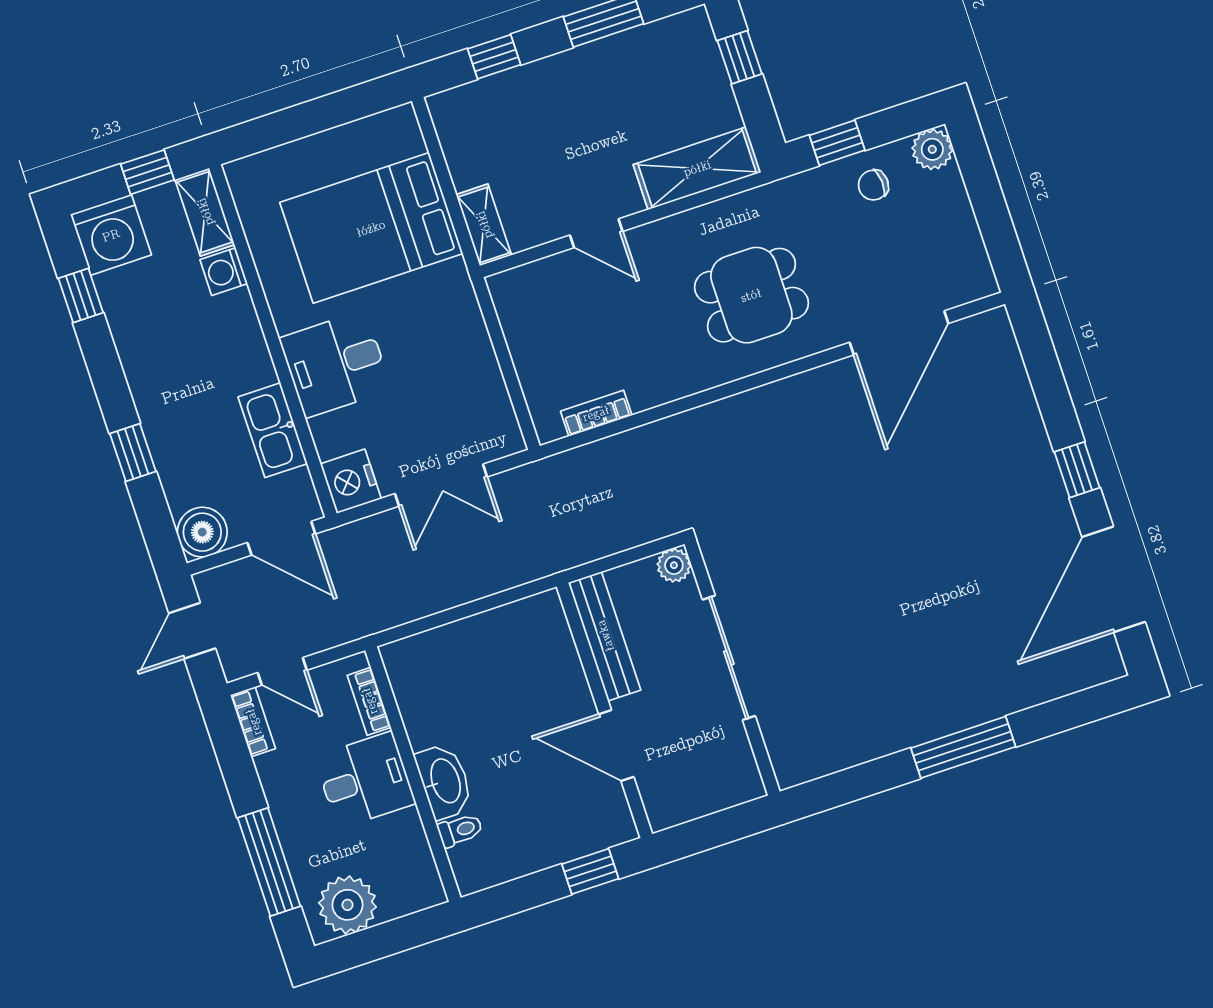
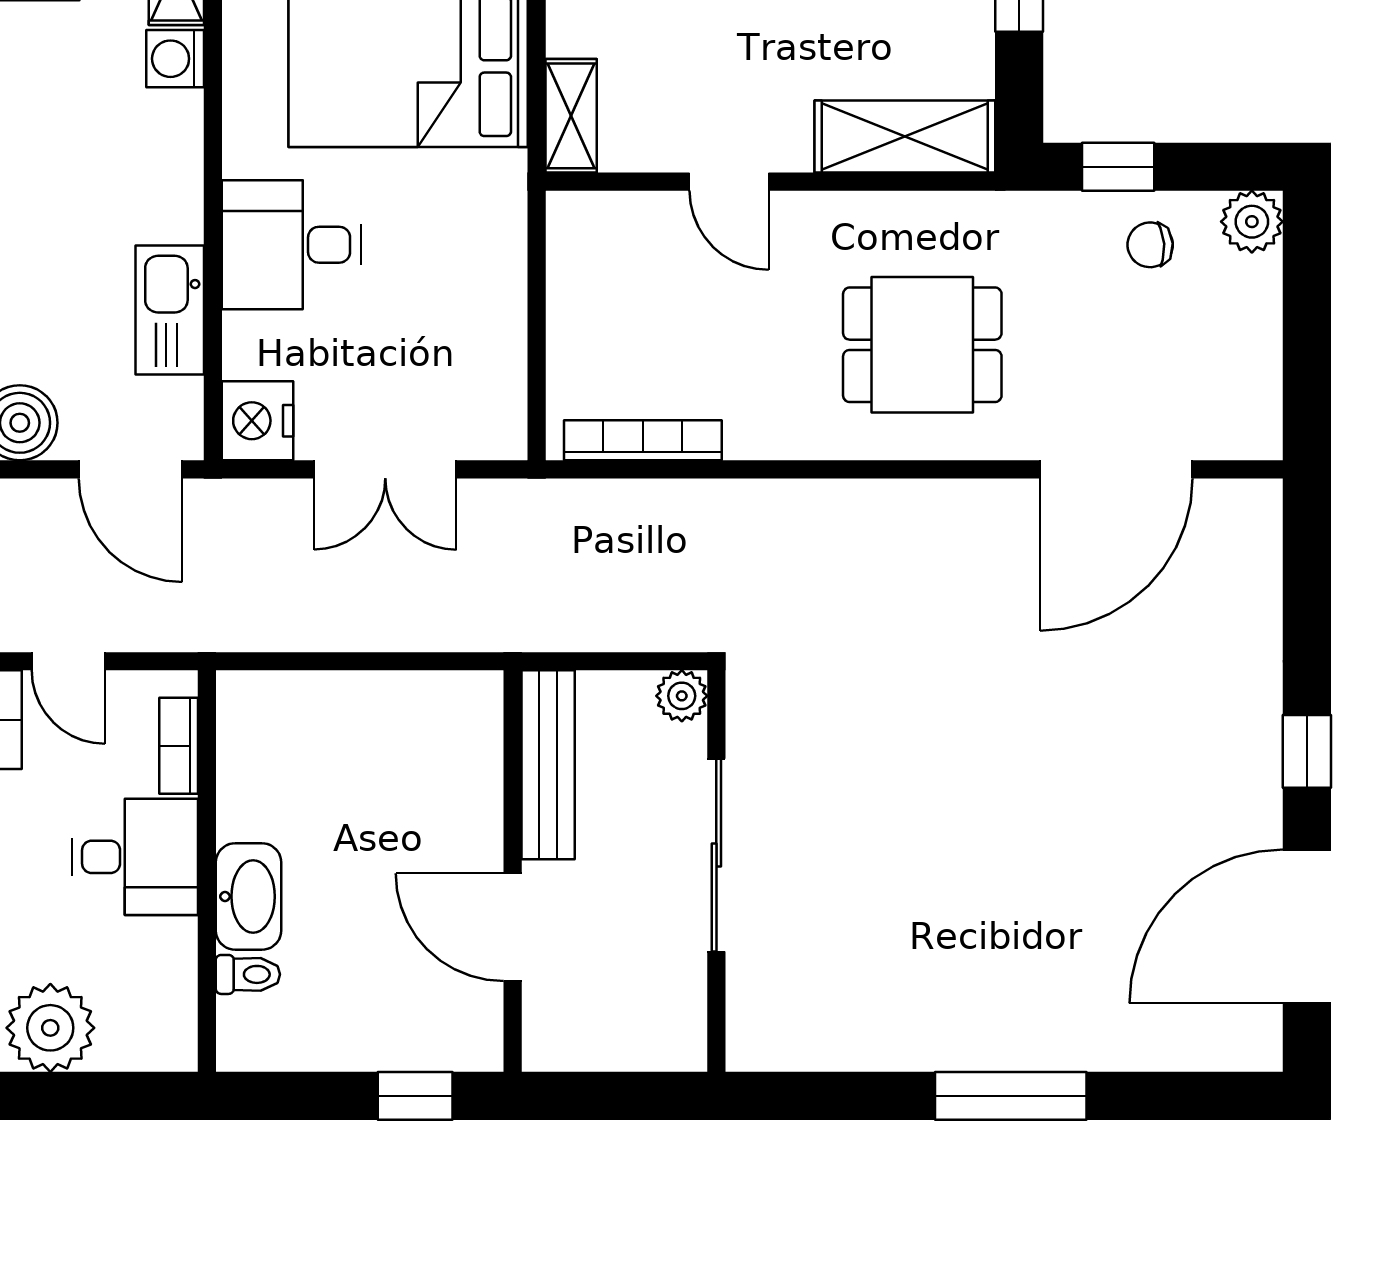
bookcase: (596, 413) -> (643, 440), width x1.56

